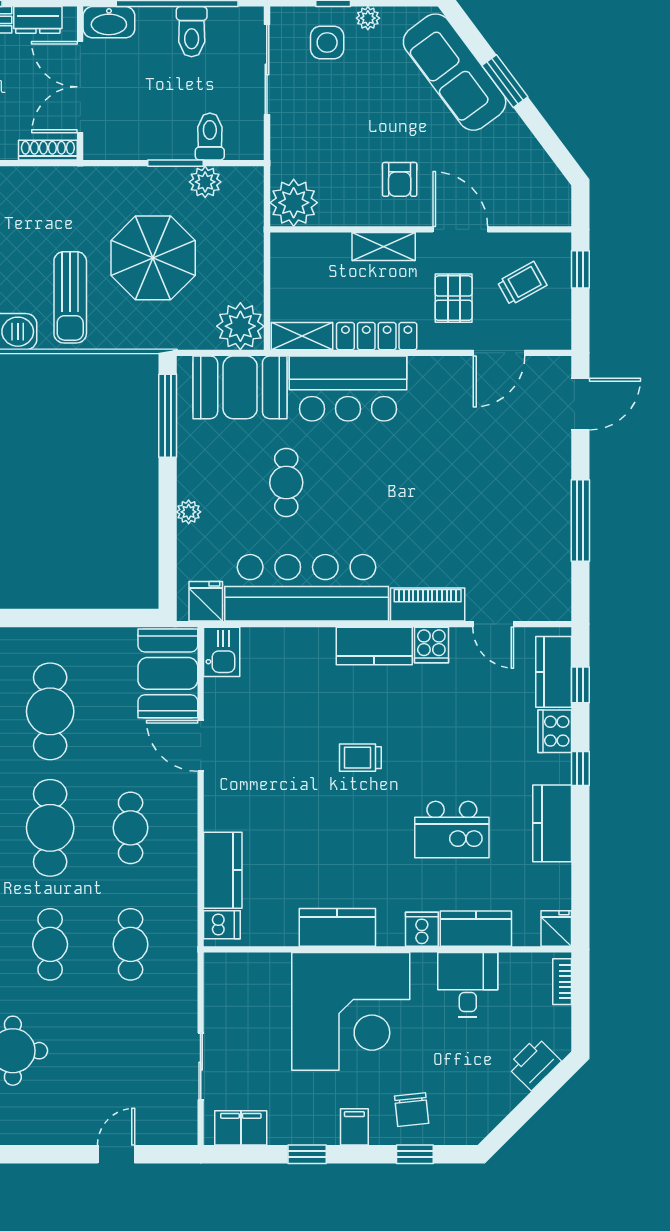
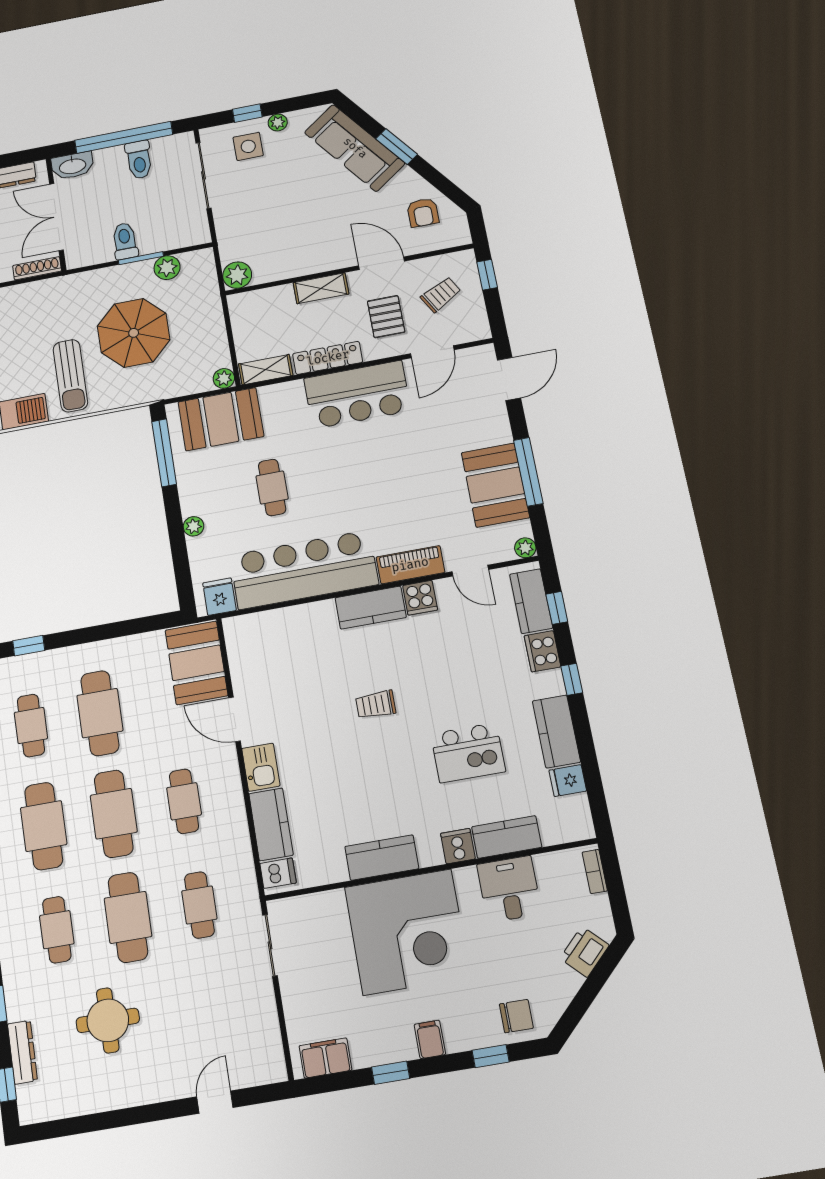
toilet: (210, 137) -> (125, 241), moved
armchair: (400, 179) -> (423, 213), moved
plant: (294, 203) -> (237, 275), width x0.73, depth x0.73
plant: (240, 326) -> (224, 378), width x0.53, depth x0.53
bar counter: (348, 389) -> (357, 395), moved
booth: (540, 529) -> (495, 485), added
plant: (559, 609) -> (525, 548), added
kitchen sink: (222, 652) -> (261, 767), moved
fridge: (556, 928) -> (568, 781), moved, turned -90
cafe table: (50, 944) -> (128, 917), width x1.37, depth x1.35
sliding door: (201, 1066) -> (270, 945), moved
chair: (412, 1110) -> (516, 1016), moved, turned -84

